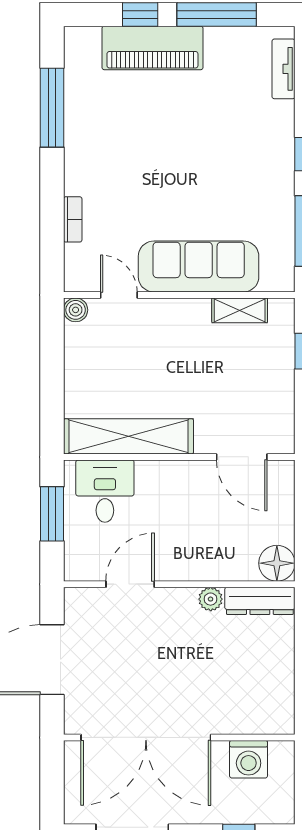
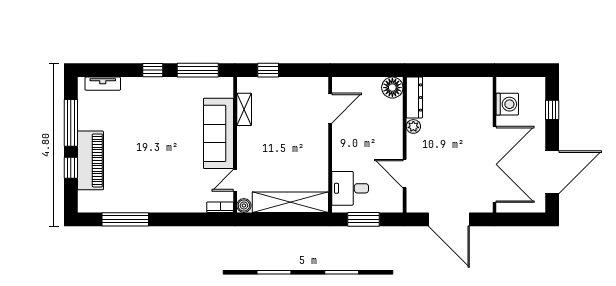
bookcase: (73, 219) -> (220, 207), moved
shelving: (128, 436) -> (290, 202), moved, turned 90

